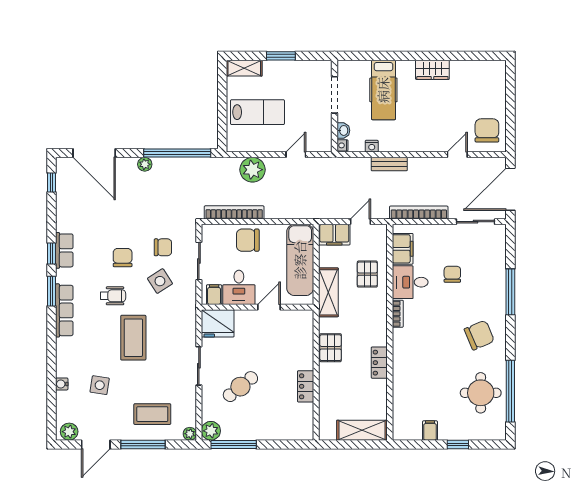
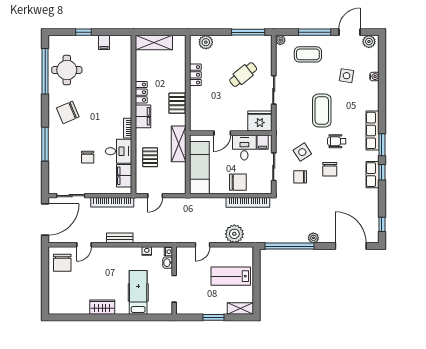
bench: (389, 164) -> (120, 238), moved
filing cabinet: (334, 235) -> (143, 116), moved, turned 90
plant: (211, 431) -> (206, 42), moved

